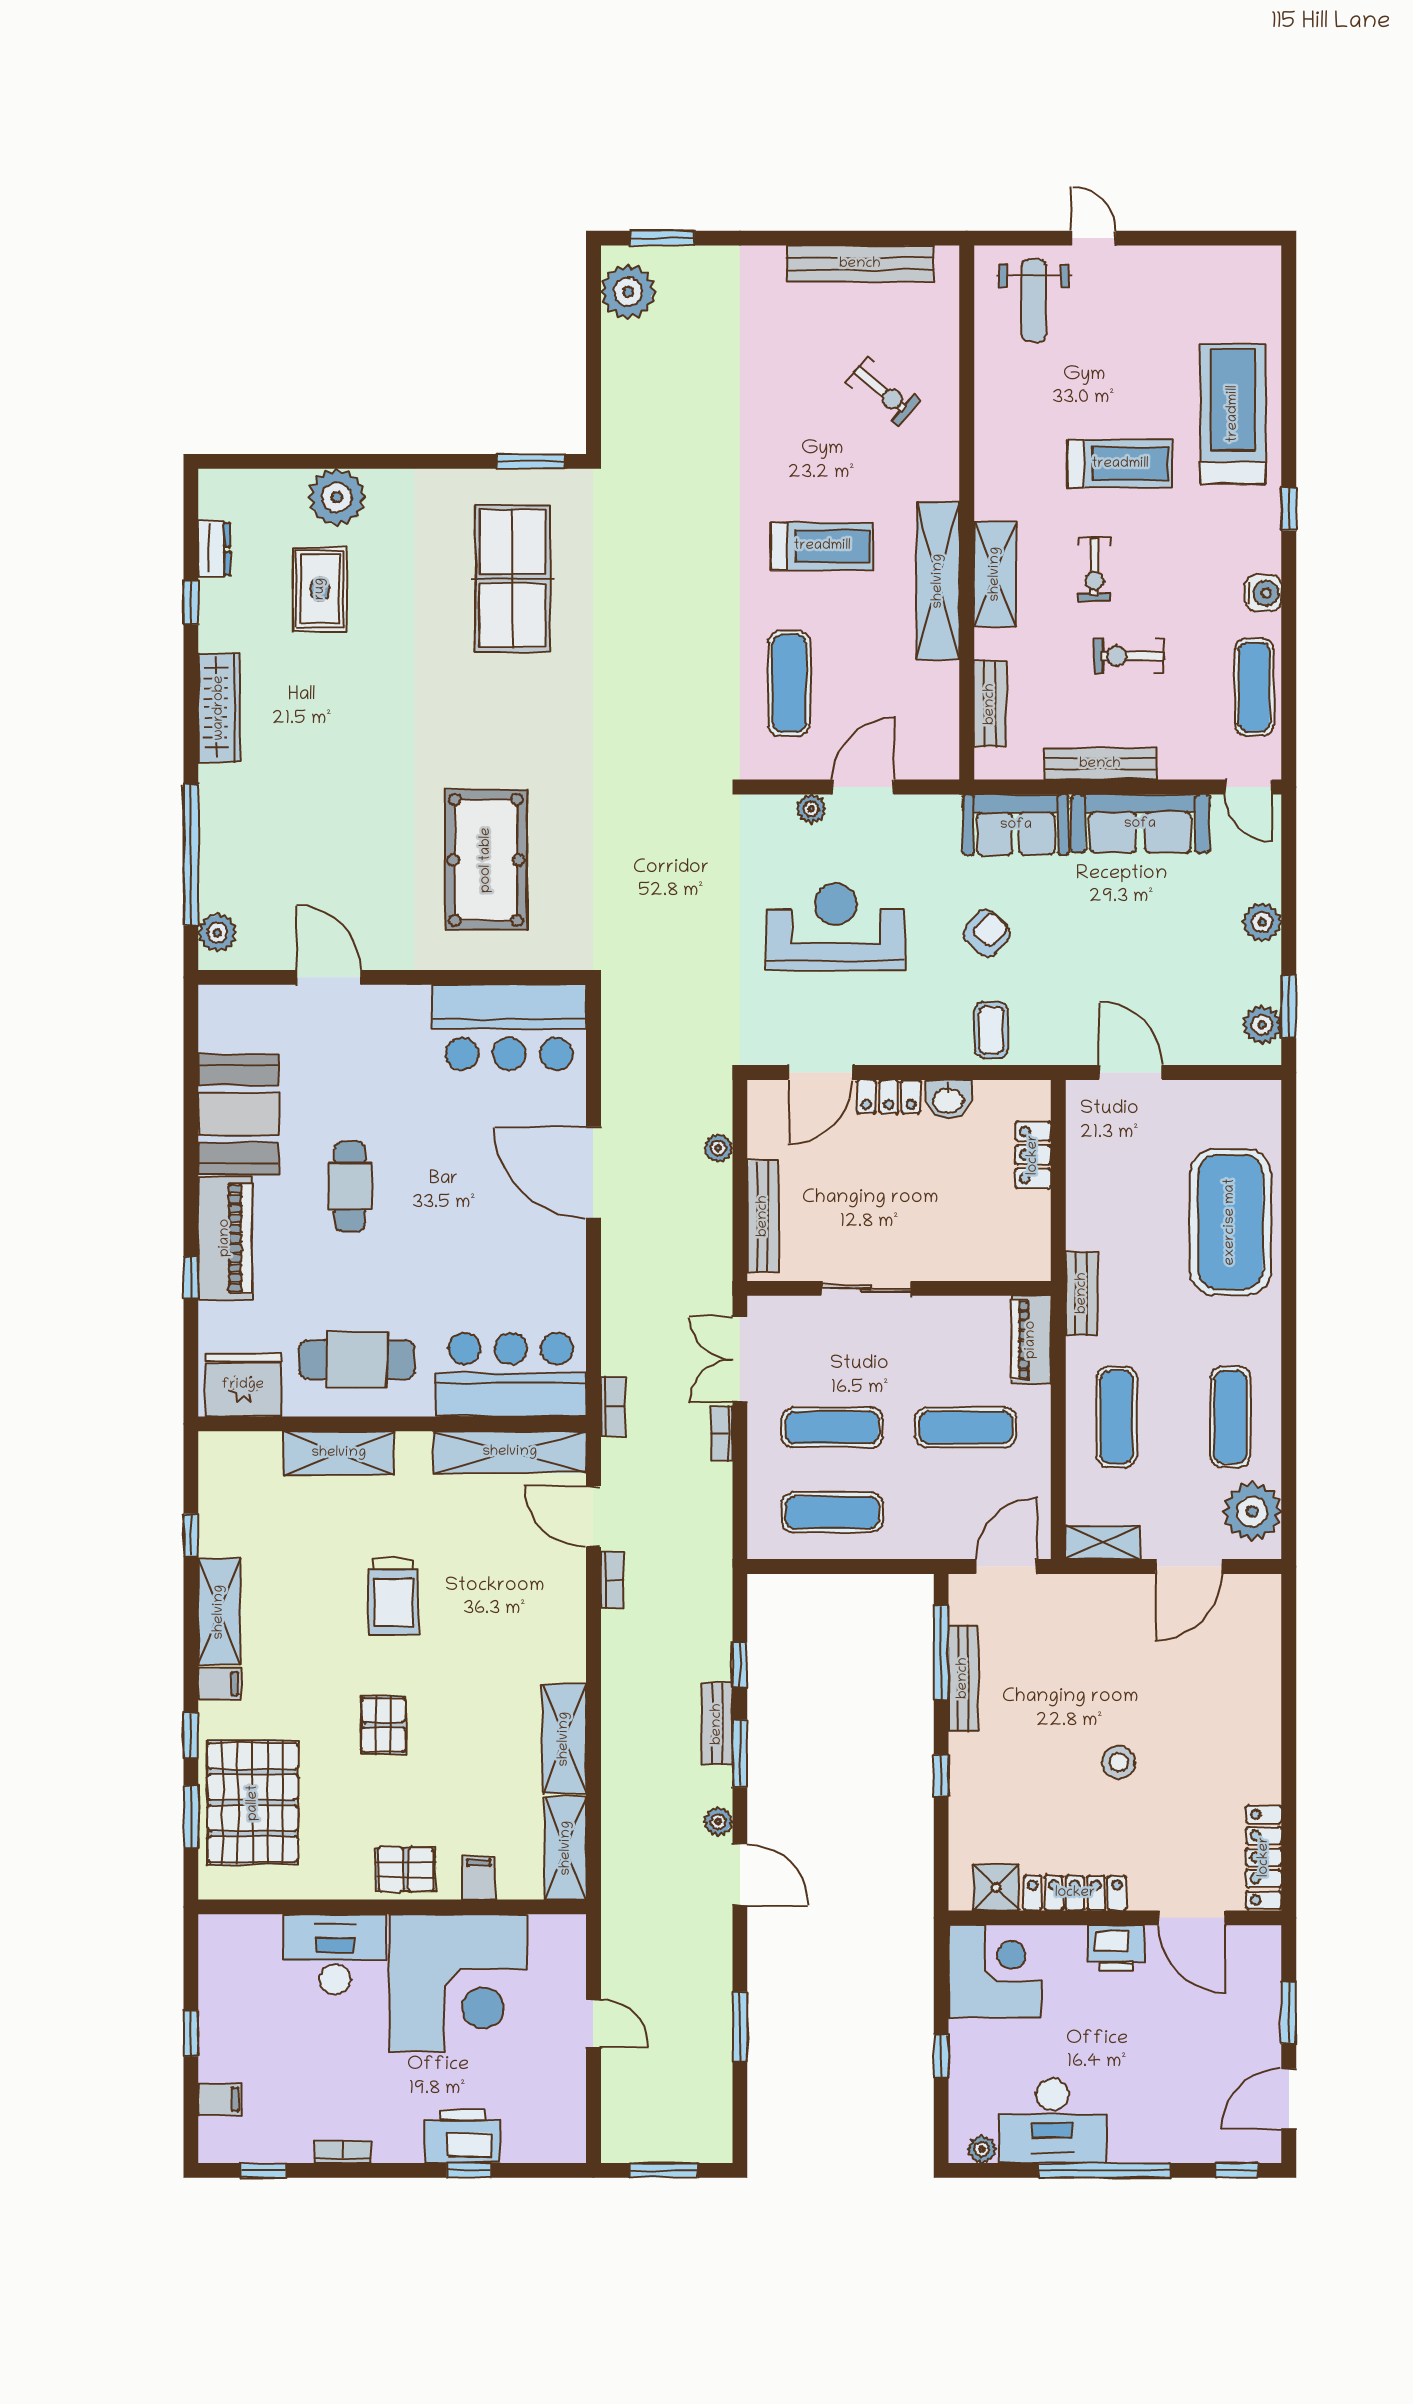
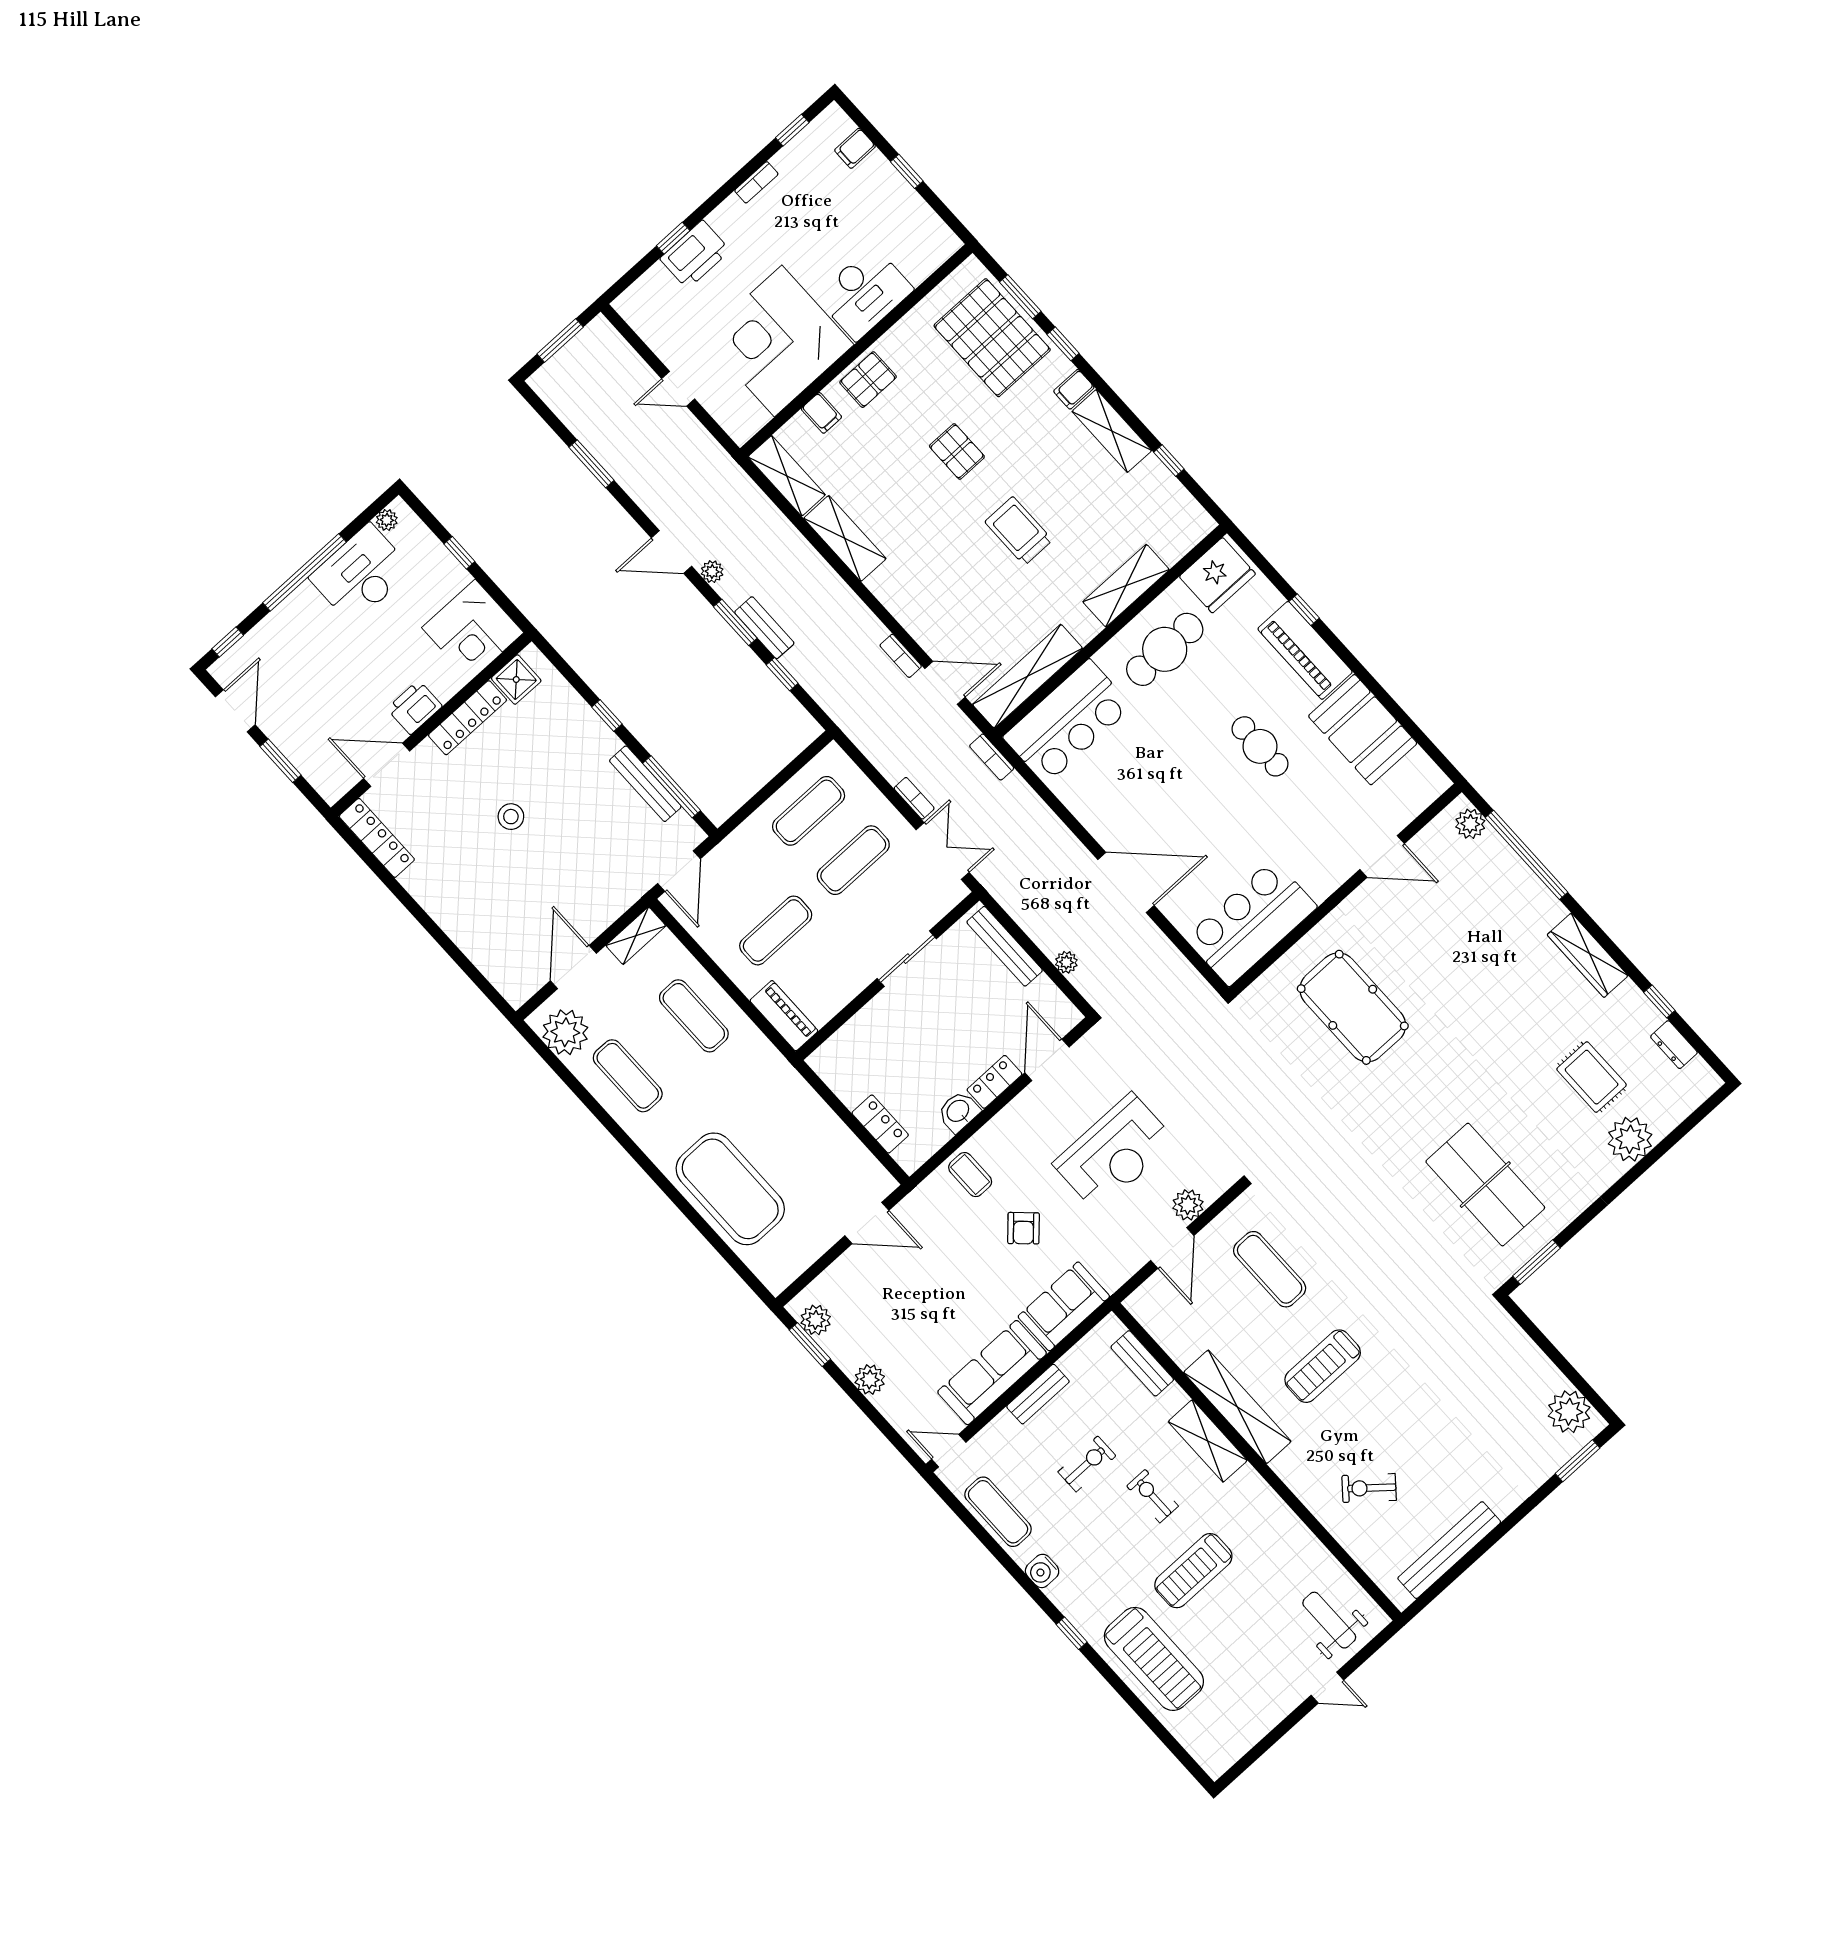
bench: (1100, 764) -> (1038, 1394), width x0.73
plant: (811, 809) -> (1188, 1205), width x1.38, depth x1.38
bench: (1082, 1293) -> (779, 1069), removed

